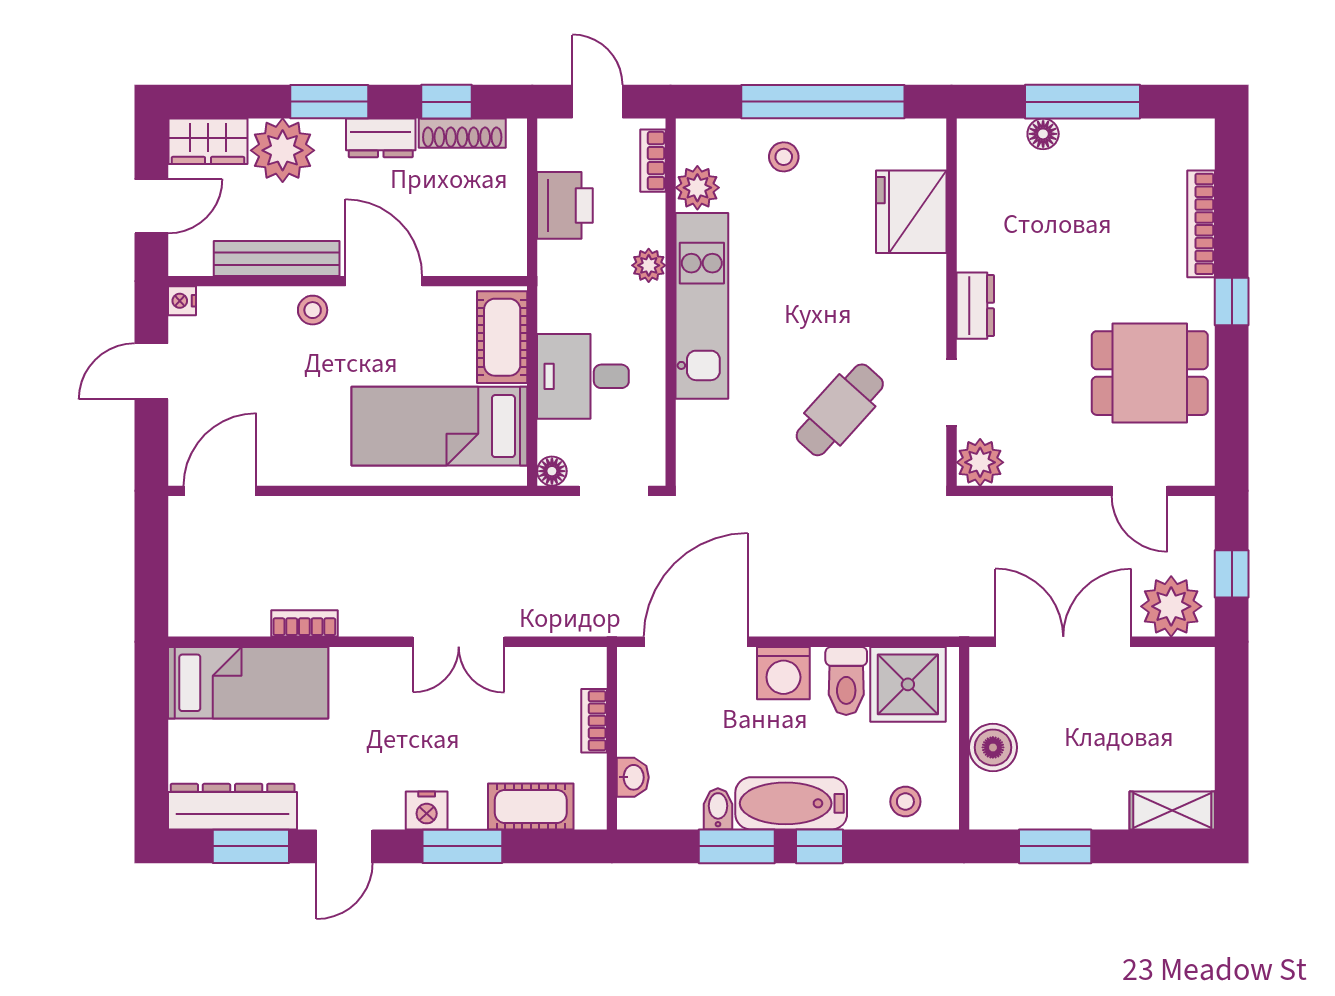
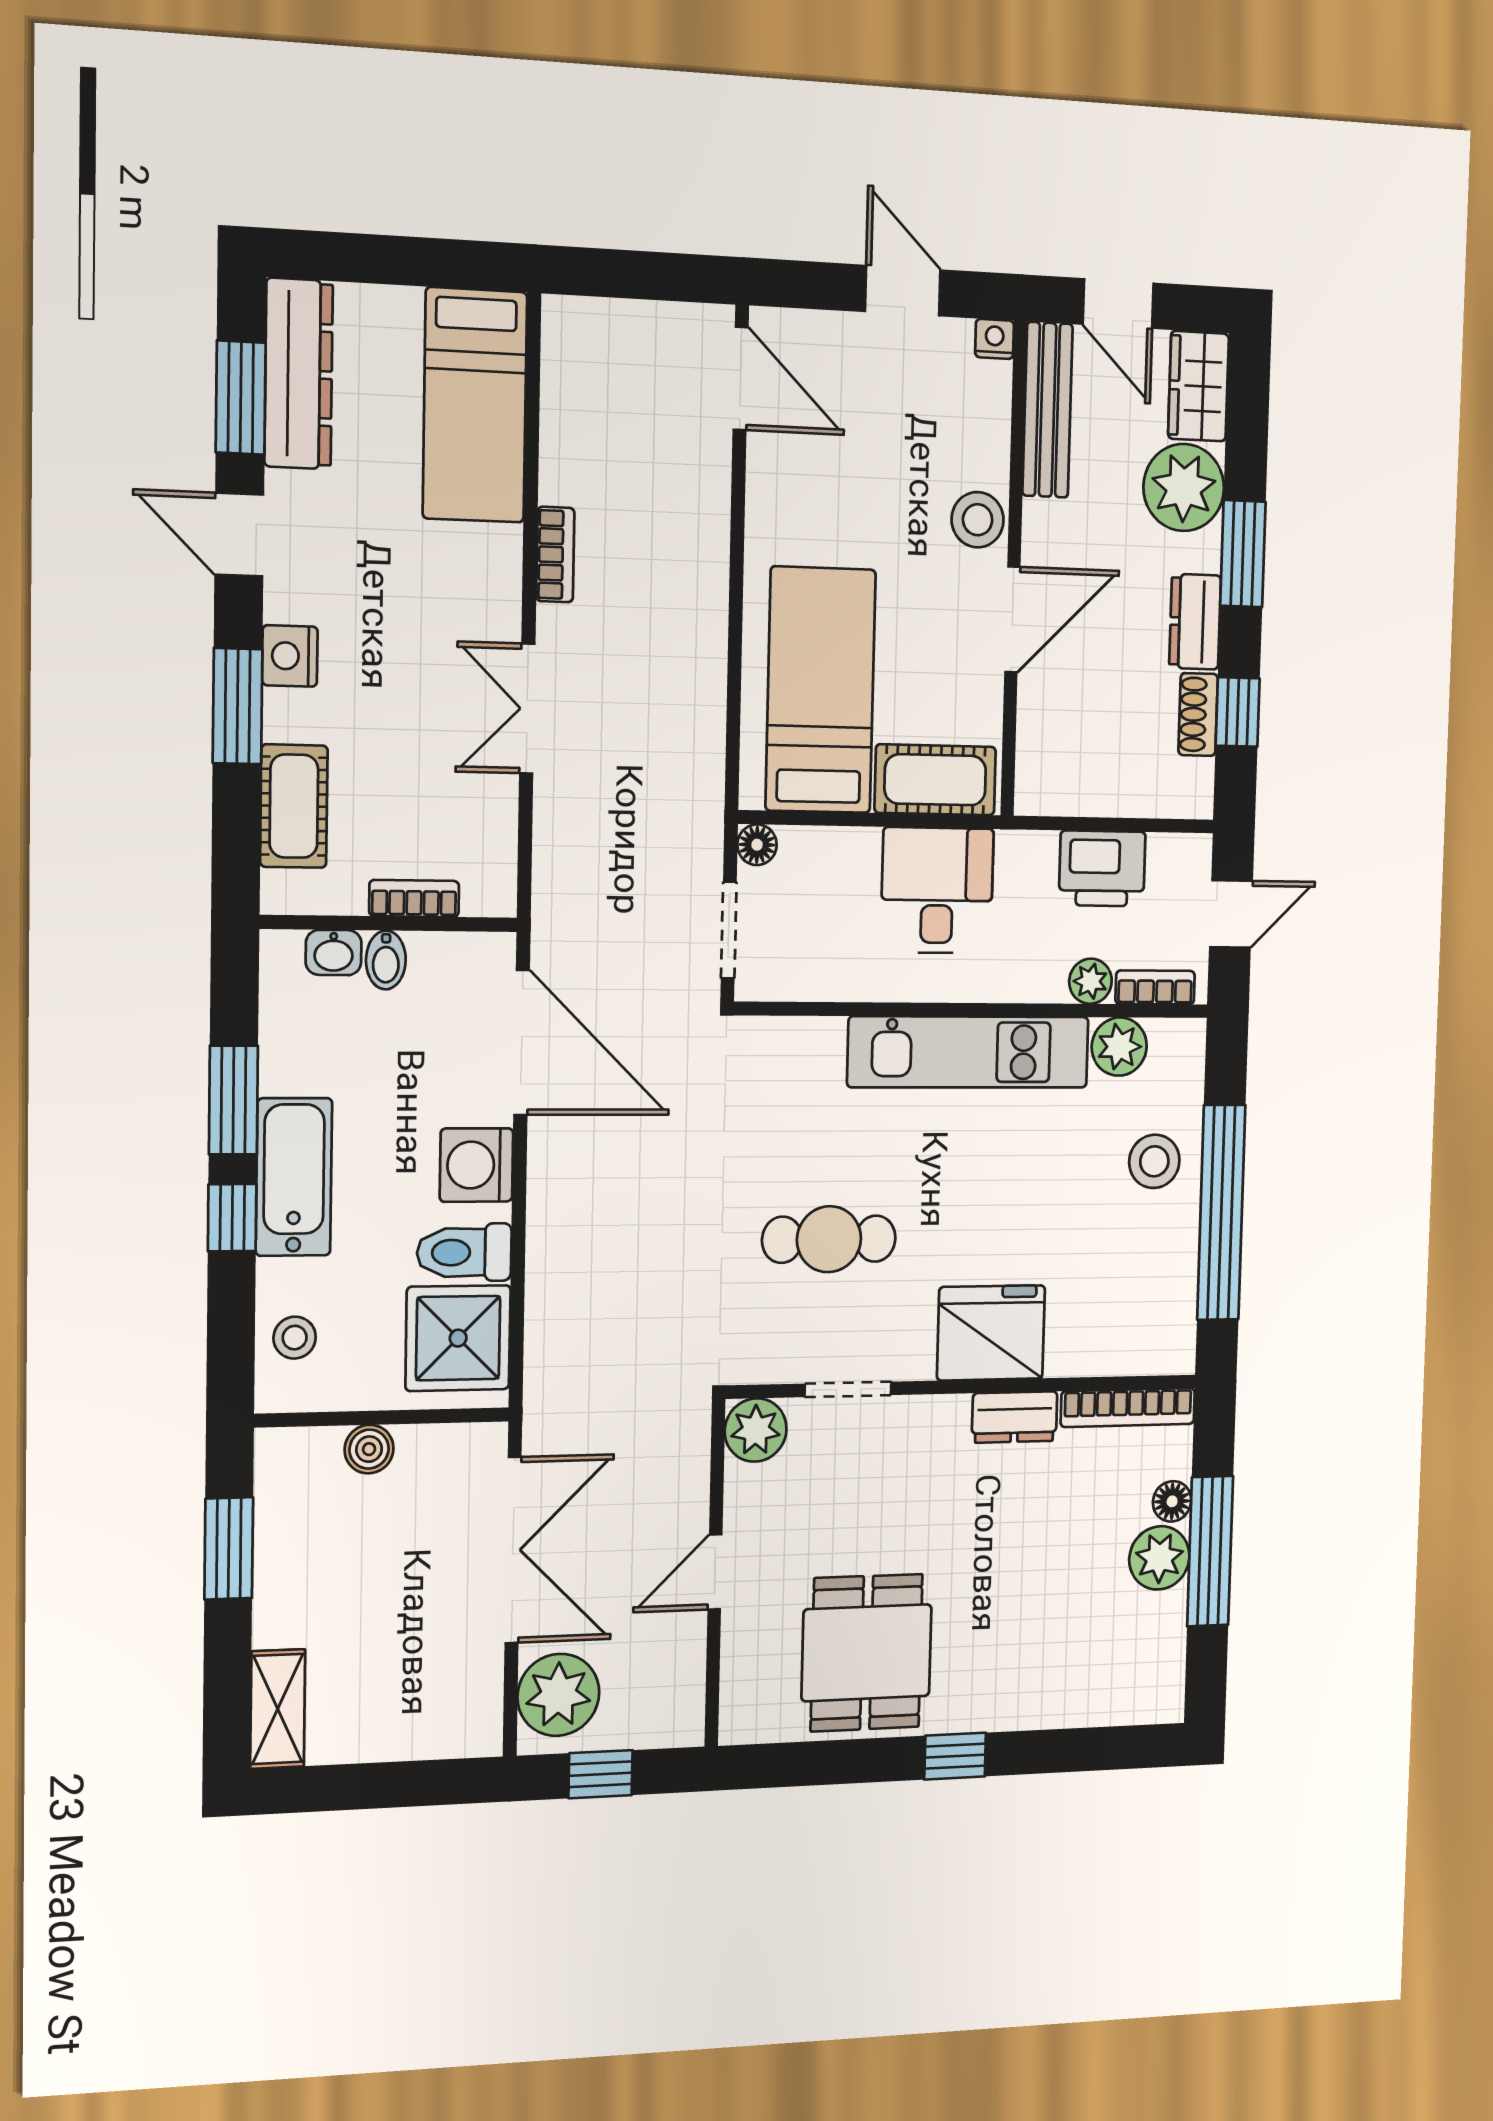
shoe rack: (462, 133) -> (1198, 714), width x0.70
plant: (1086, 143) -> (1159, 1558), added
stool: (784, 157) -> (1154, 1161), width x1.37, depth x1.37
fridge: (911, 212) -> (991, 1333), moved
bookcase: (1201, 224) -> (1128, 1408), moved, turned 180
bench: (277, 259) -> (1048, 410), moved
plant: (649, 265) -> (1090, 981), moved
dresser: (975, 306) -> (1015, 1417), moved
stool: (313, 310) -> (978, 520), width x1.37, depth x1.37
desk: (583, 376) -> (937, 890), moved
cafe table: (840, 410) -> (829, 1239), turned -42
door: (1139, 491) -> (715, 1572), moved
bookcase: (304, 623) -> (555, 555), moved
boiler: (993, 747) -> (369, 1449), width x0.73, depth x0.73
bidet: (718, 809) -> (386, 960), moved, turned 90

